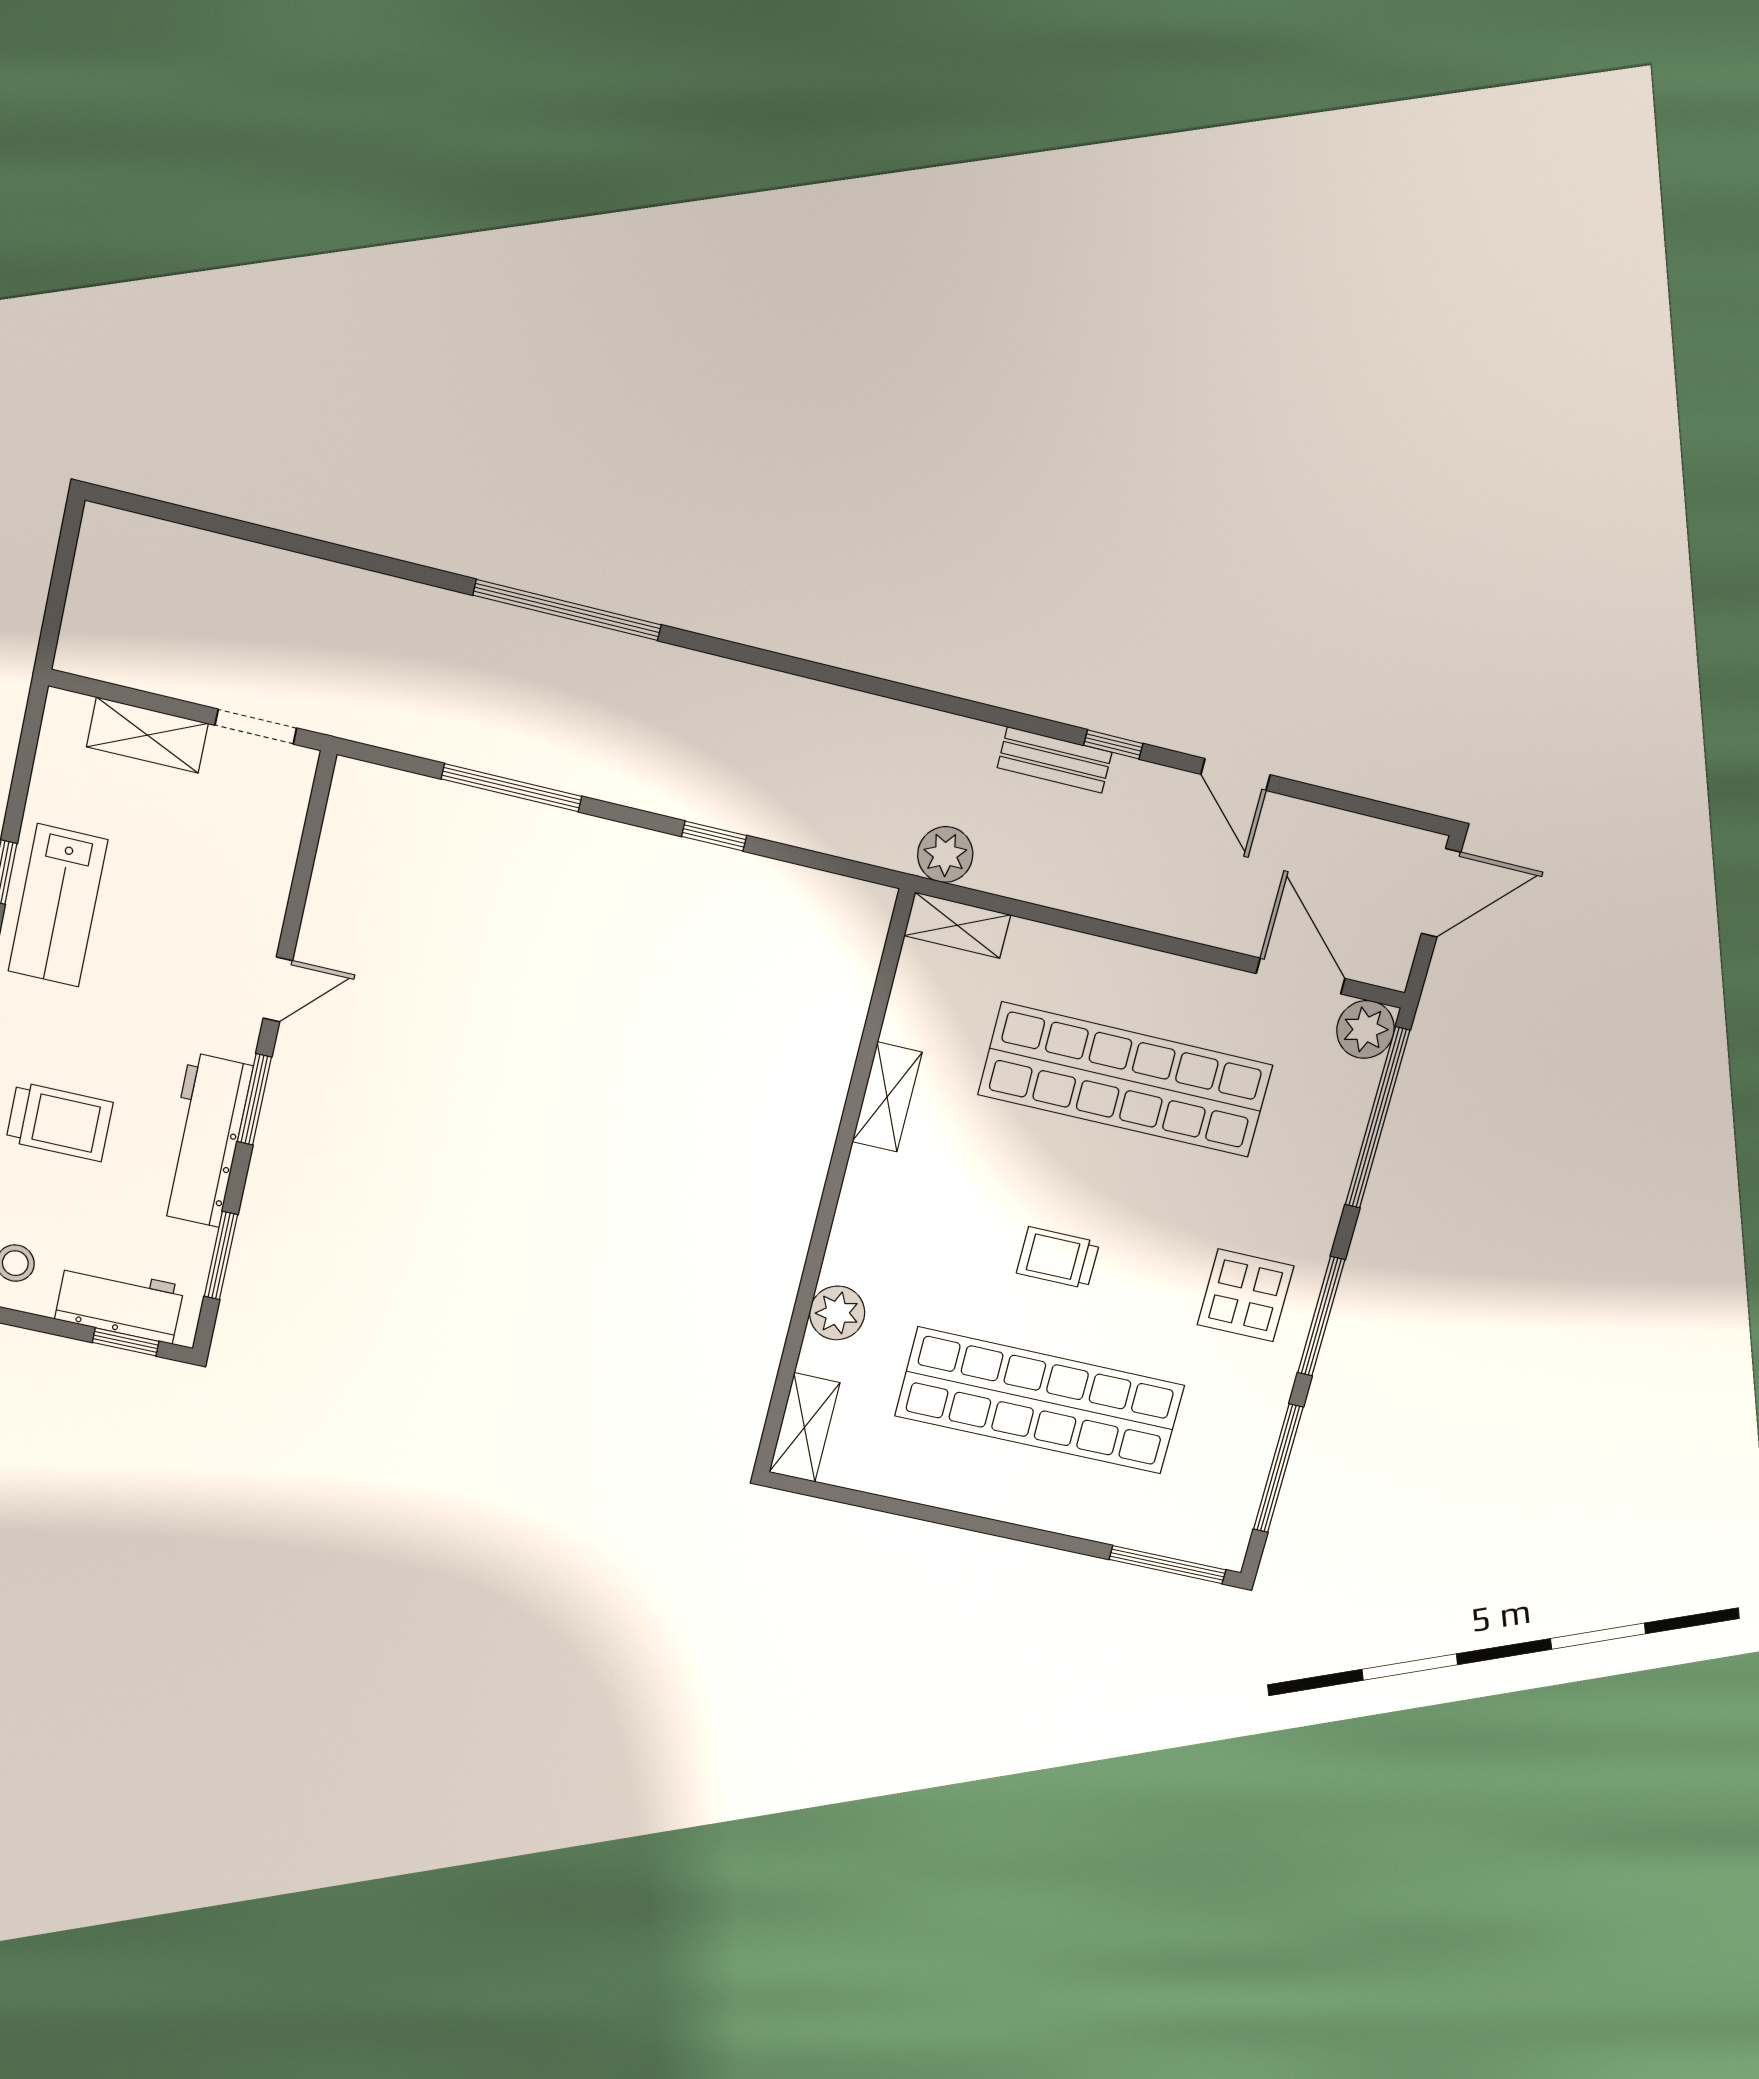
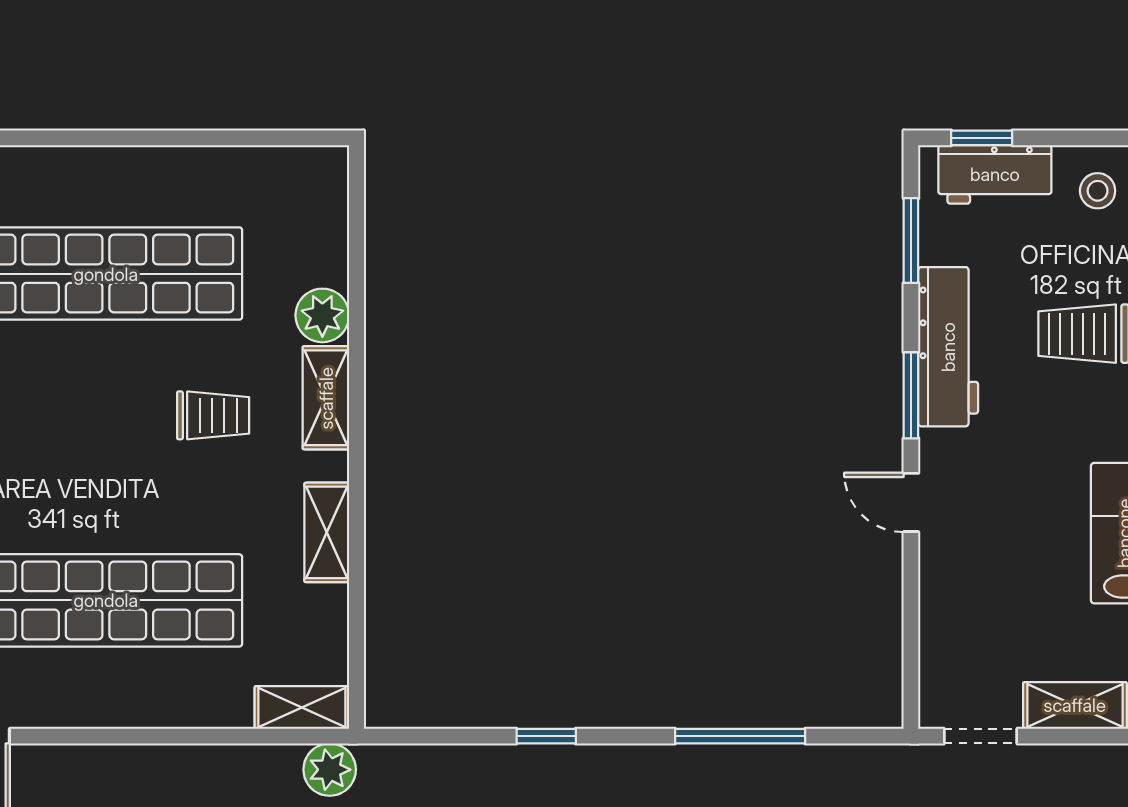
door: (278, 989) -> (911, 502), hinge flipped
trolley: (1058, 1258) -> (213, 415), moved
shelving: (804, 1427) -> (326, 398), moved

